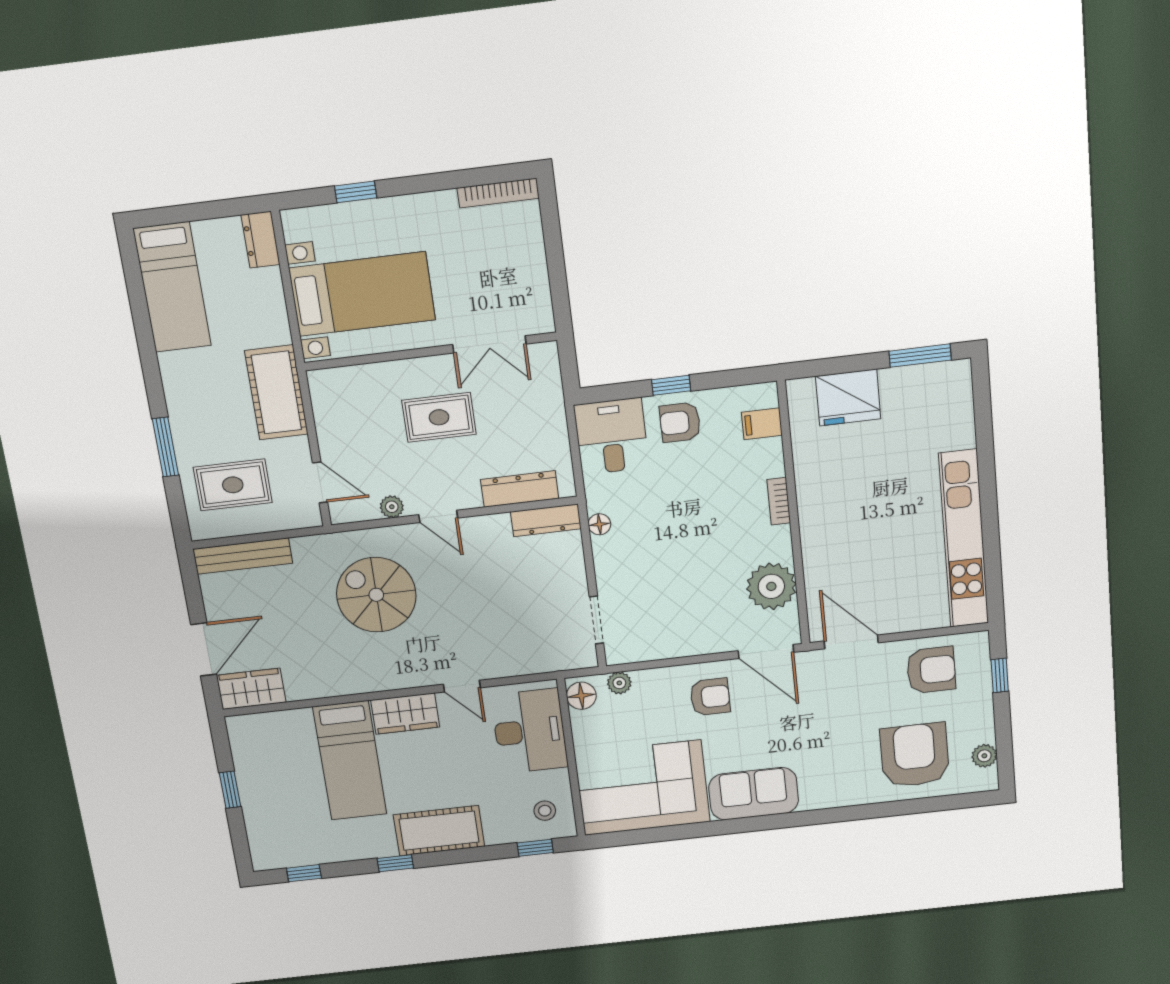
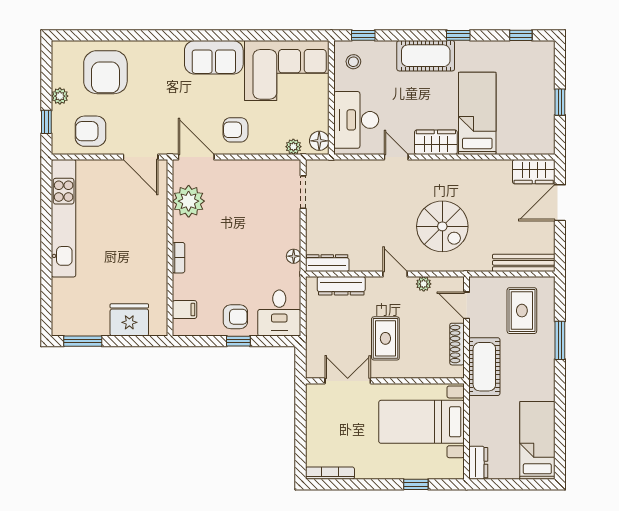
rug: (439, 417) -> (385, 338), turned 90
shoe rack: (325, 422) -> (457, 344), added
rug: (233, 485) -> (522, 311), turned 90
plant: (984, 756) -> (60, 96), moved

